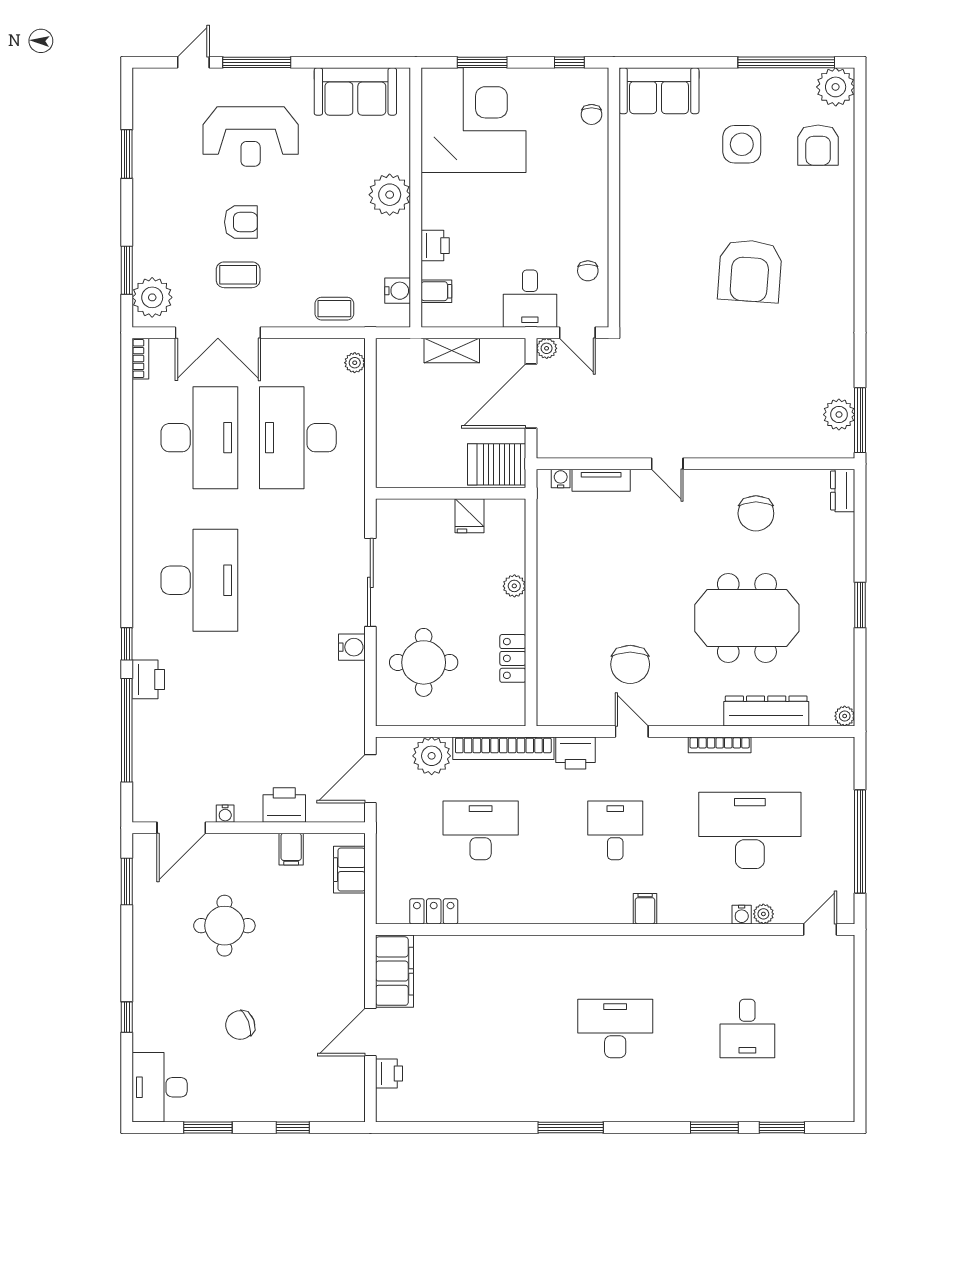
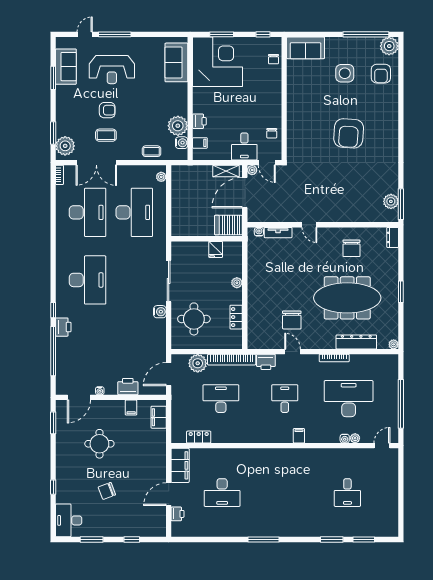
sofa: (355, 92) -> (176, 62), moved, turned 90
sofa: (154, 130) -> (66, 67), added
plant: (390, 195) -> (178, 126), moved
shelving: (452, 350) -> (226, 171), moved
desk: (298, 438) -> (134, 212), turned 180
meeting table: (747, 618) -> (347, 298), width x1.36
desk: (615, 1028) -> (222, 493), moved, turned 180

